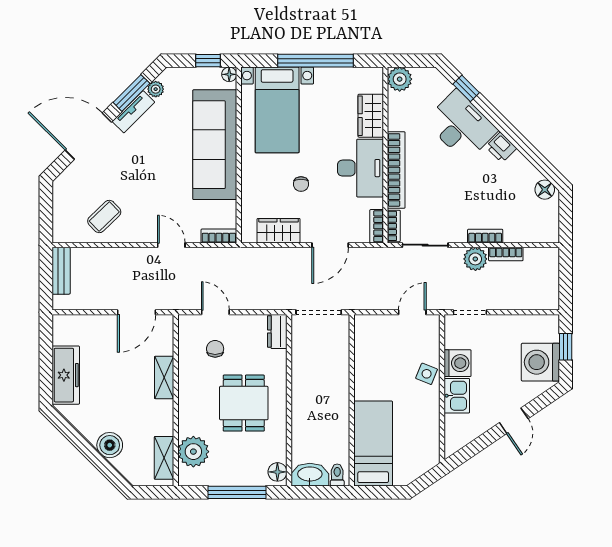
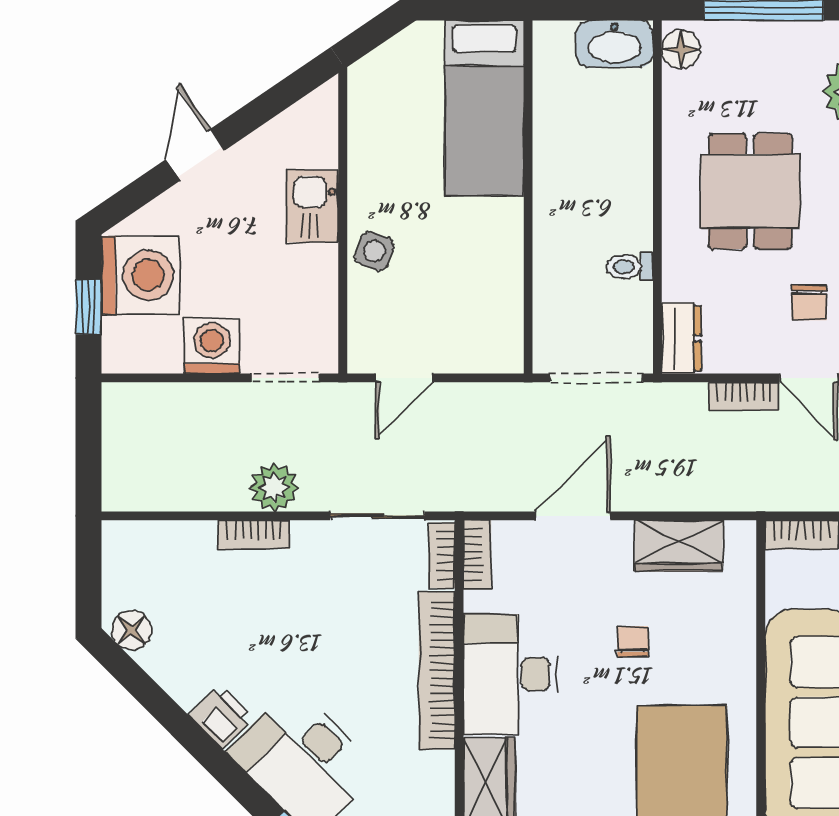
bookcase: (506, 254) -> (744, 396), moved, turned 180
washing machine: (458, 363) -> (212, 346), moved, turned 90
toilet: (337, 475) -> (630, 267), moved, turned 90

